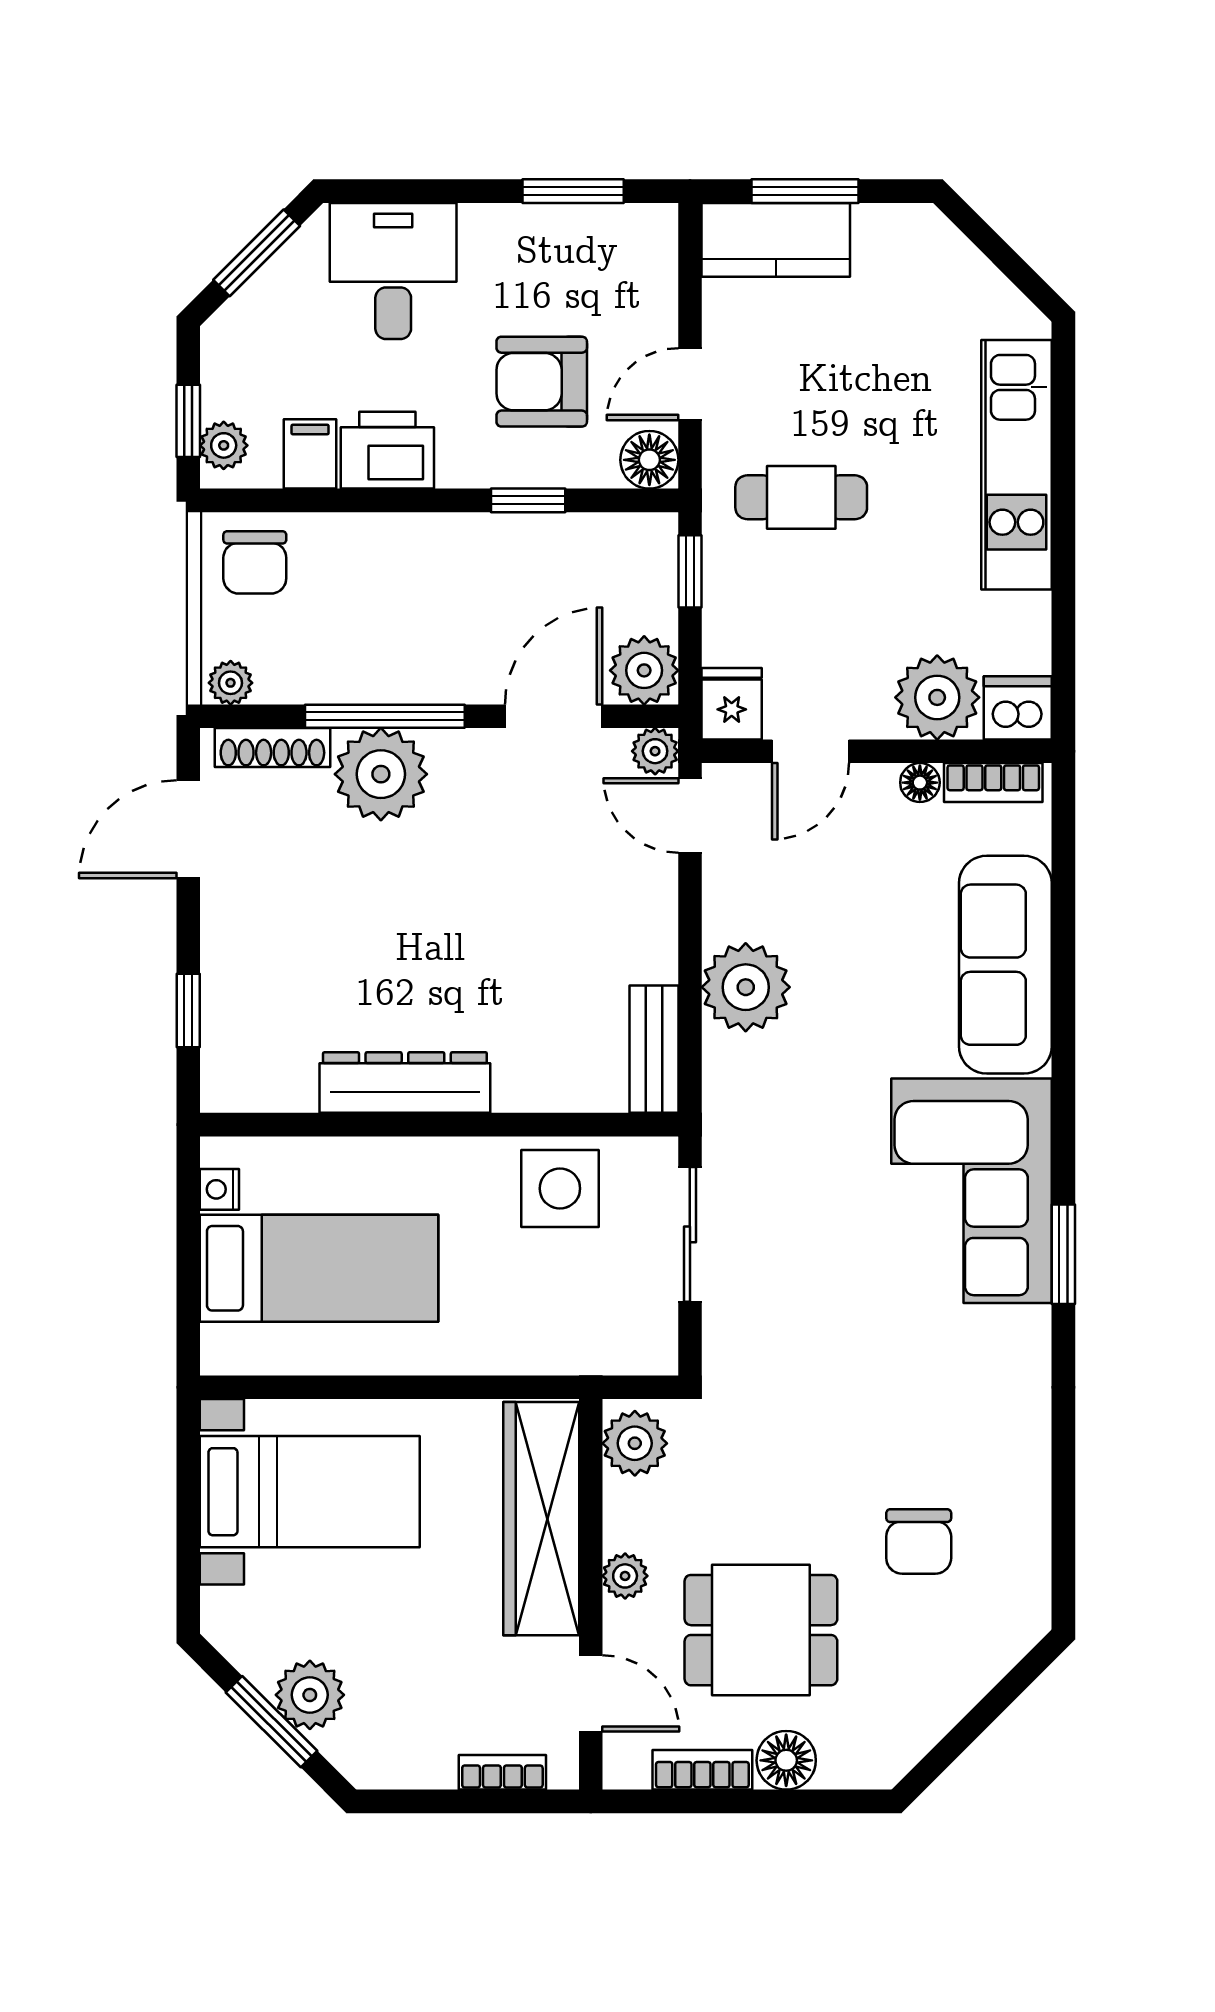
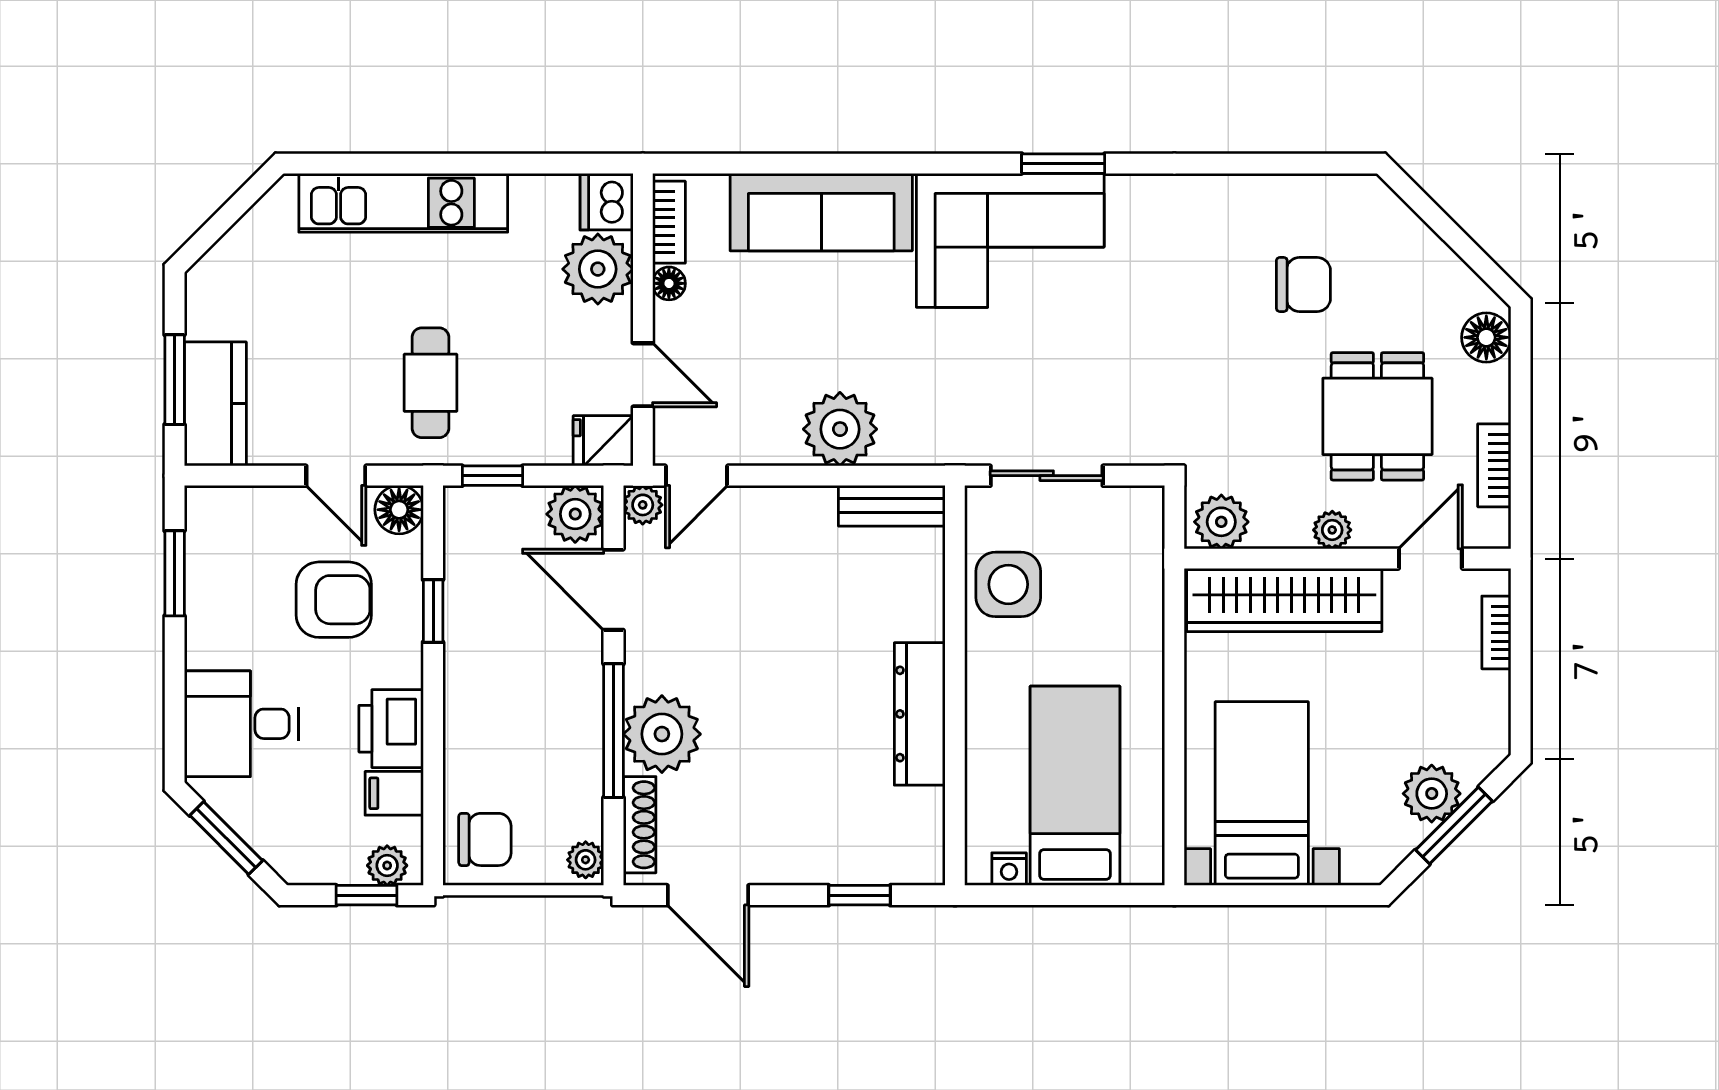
armchair: (542, 382) -> (334, 600), turned -90
floor lamp: (786, 1760) -> (1486, 337), moved

